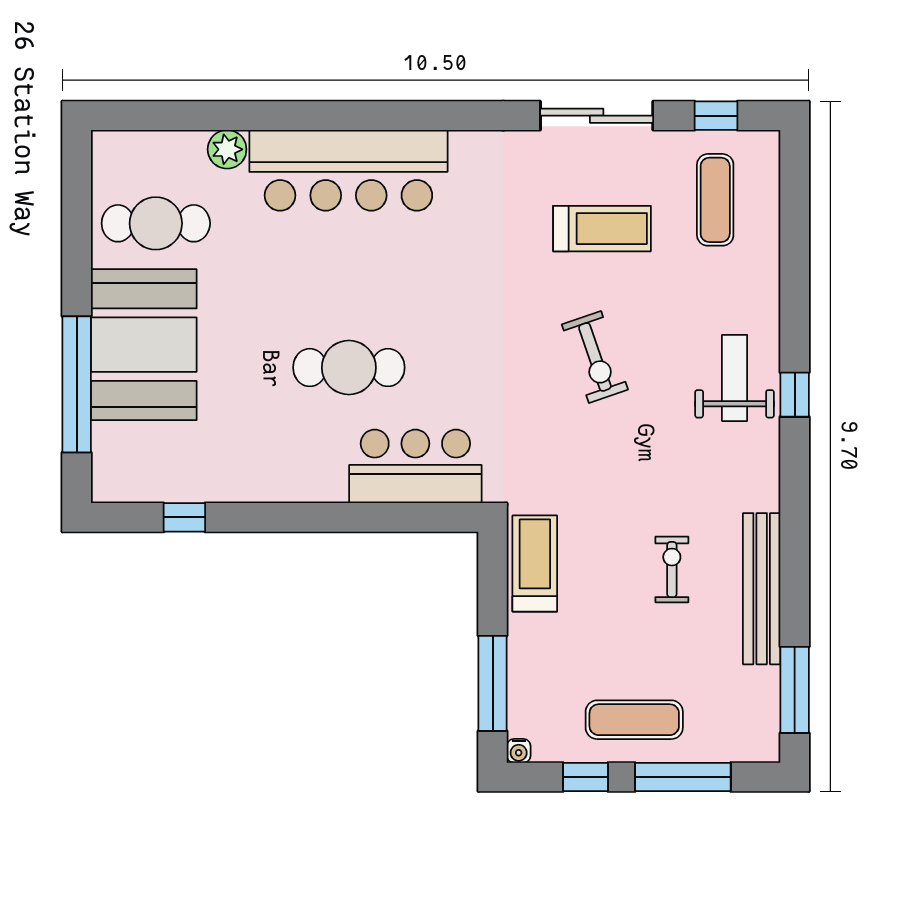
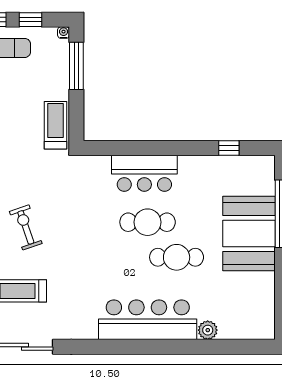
cafe table: (156, 223) -> (177, 257), moved
bar counter: (415, 466) -> (144, 173), moved
treadmill: (535, 563) -> (56, 125), turned 180

